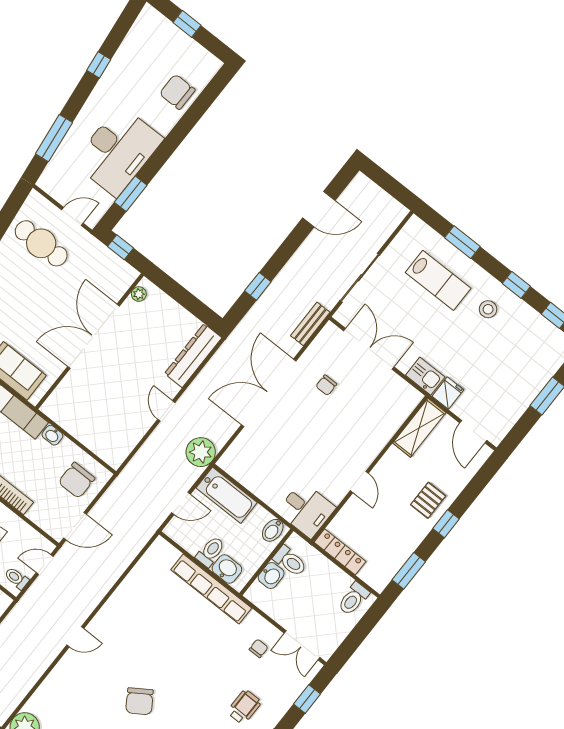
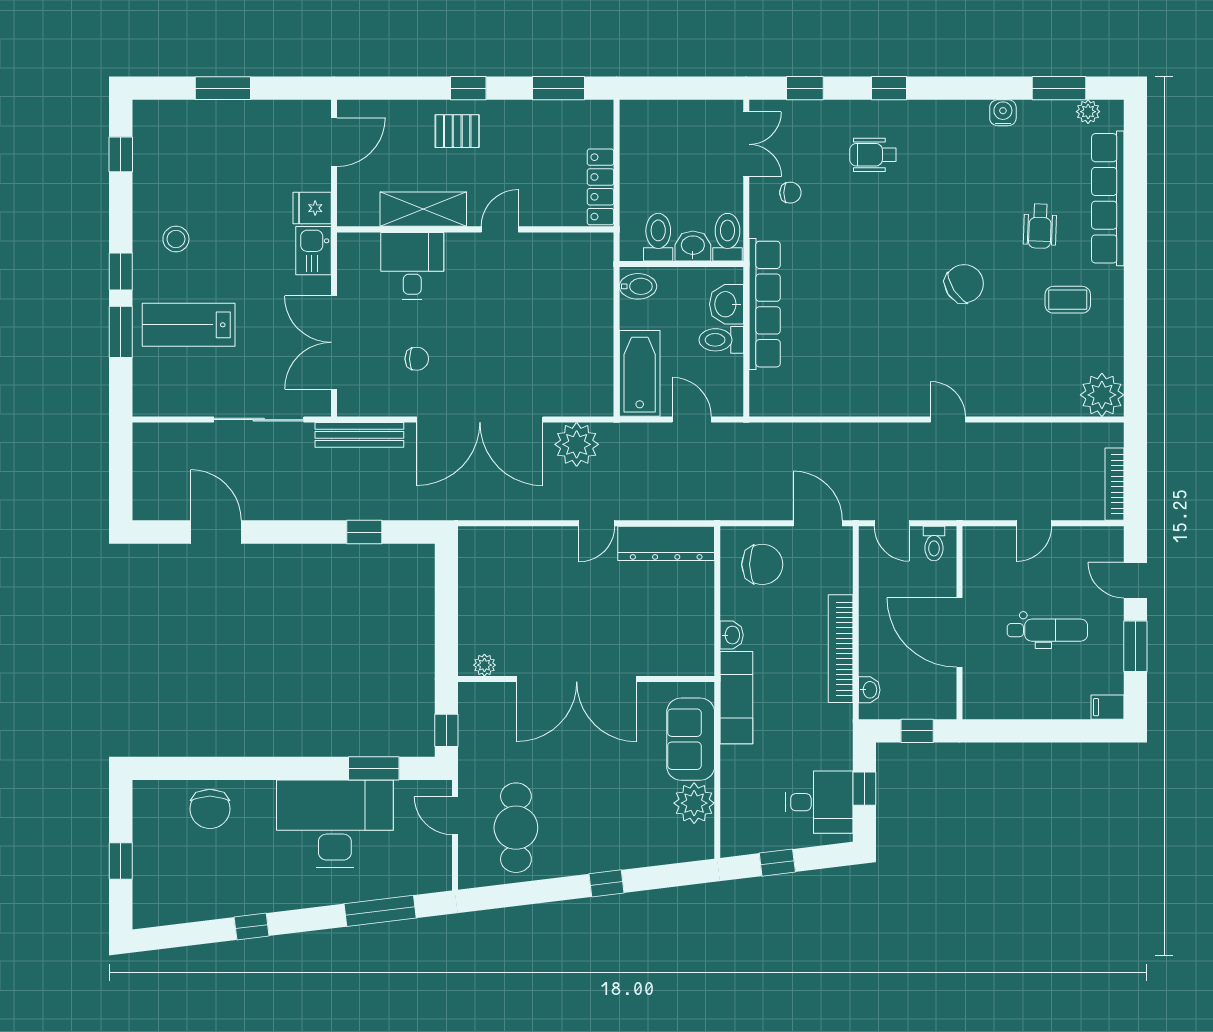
lab bench: (438, 280) -> (189, 325), turned -90
window: (516, 285) -> (121, 271), moved
bench: (310, 324) -> (359, 435), width x1.36
dresser: (193, 356) -> (666, 543), moved
shelving: (419, 428) -> (423, 209), moved
plant: (201, 452) -> (577, 444), moved
desk: (306, 510) -> (412, 266), moved
toilet: (353, 599) -> (727, 237), moved, turned -90
chair: (259, 648) -> (790, 193), turned 180

